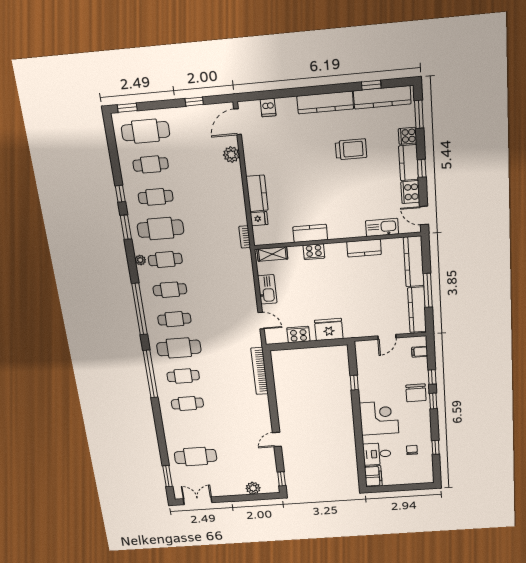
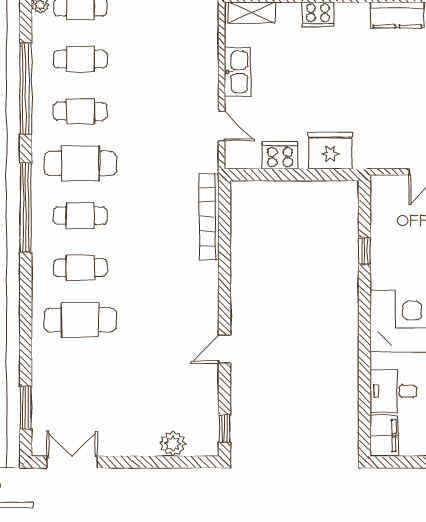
cafe table: (196, 457) -> (80, 320), moved

